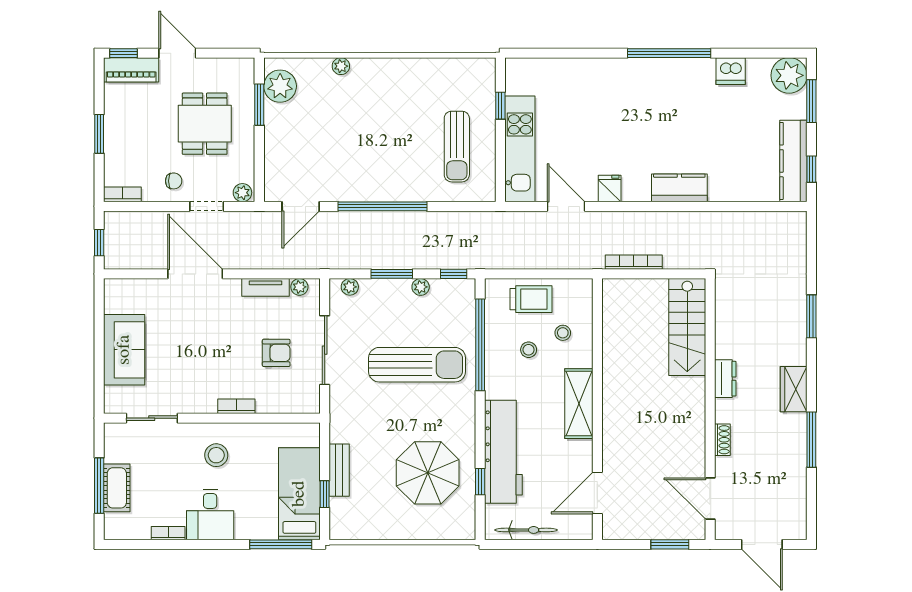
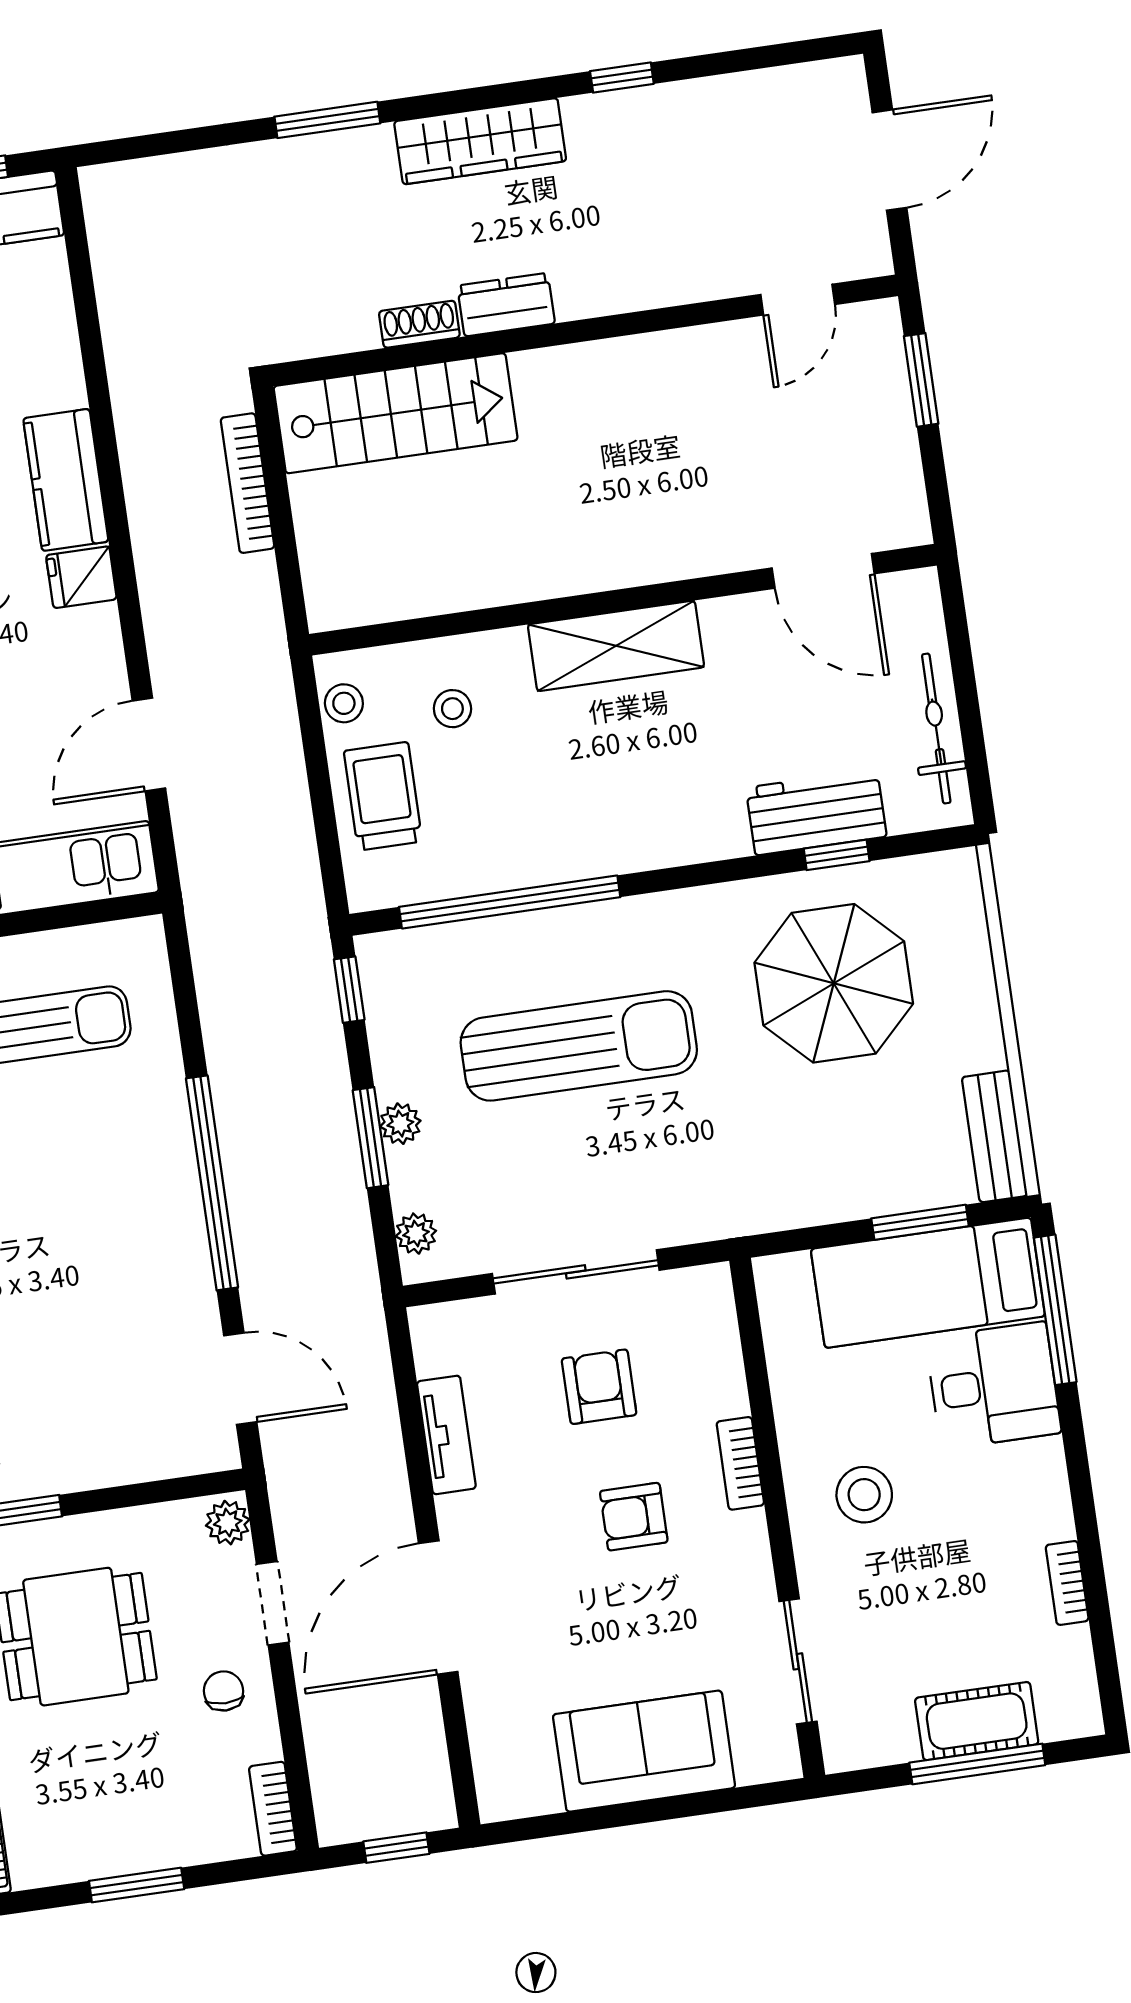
fridge: (610, 188) -> (81, 577), moved
bookcase: (634, 262) -> (247, 483), moved
plant: (299, 287) -> (433, 1354), removed
plant: (421, 287) -> (400, 1124), moved
stool: (529, 350) -> (344, 703), moved
armchair: (221, 359) -> (634, 1517), added
sun lounger: (417, 365) -> (579, 1046), turned 90
wardrobe: (794, 389) -> (480, 141), width x1.50
shoe rack: (722, 440) -> (419, 324), moved
window: (811, 440) -> (622, 77), width x0.46
workbench: (503, 452) -> (816, 812), width x0.53, depth x0.76
bench: (339, 470) -> (995, 1136), moved, turned 90
window: (325, 494) -> (920, 1222), width x1.50
door: (710, 499) -> (798, 300), width x0.73
desk: (210, 515) -> (993, 1385), moved

